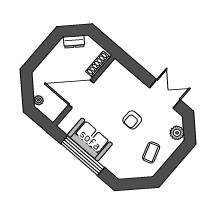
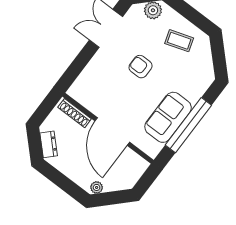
plant: (38, 100) -> (97, 187), moved
armchair: (132, 120) -> (141, 67), turned 180

